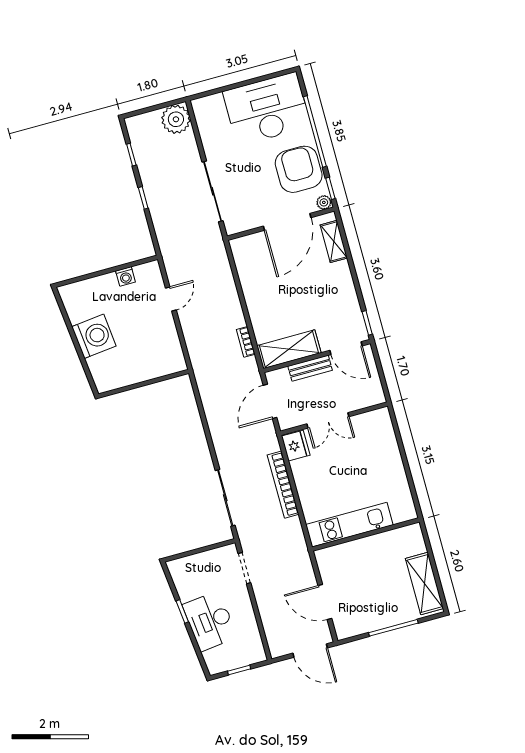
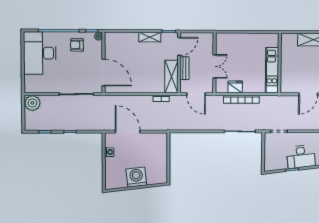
armchair: (299, 169) -> (77, 45), width x0.53, depth x0.53
door: (287, 222) -> (104, 72), moved
shelving: (334, 241) -> (150, 37), moved
door: (171, 299) -> (128, 132), width x1.88
fridge: (296, 446) -> (235, 87), moved

